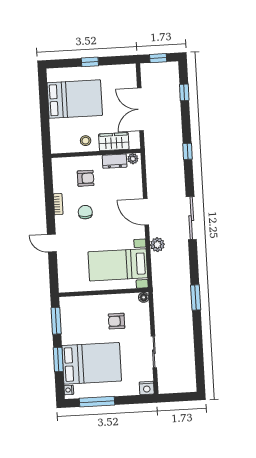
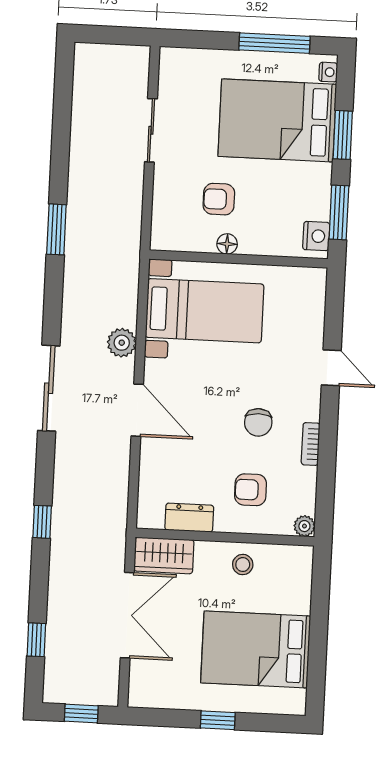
wardrobe: (114, 142) -> (164, 555), moved
plant: (133, 159) -> (304, 526), moved
floor lamp: (144, 297) -> (227, 244), moved
armchair: (117, 321) -> (219, 199), turned 180
nightstand: (147, 388) -> (316, 236), moved, turned 90

